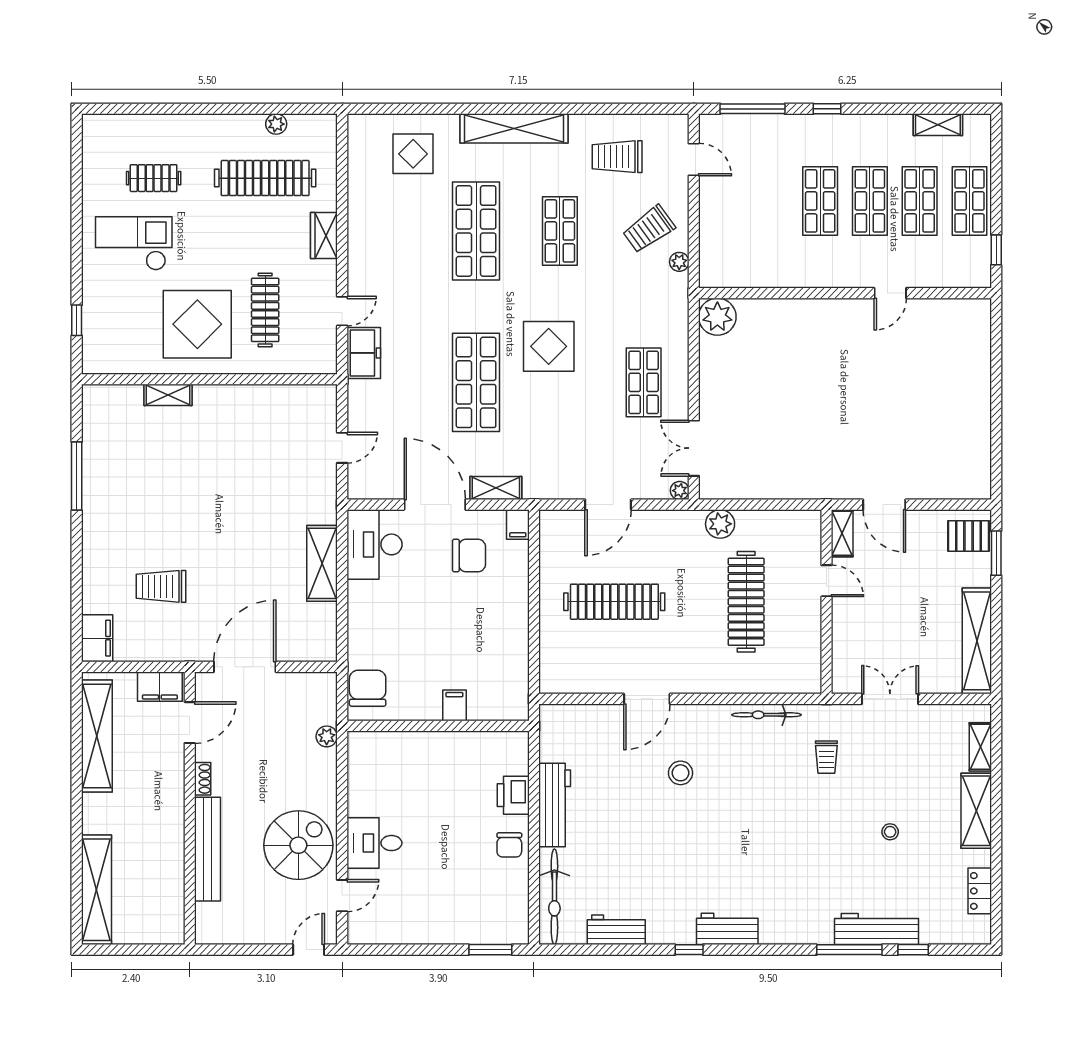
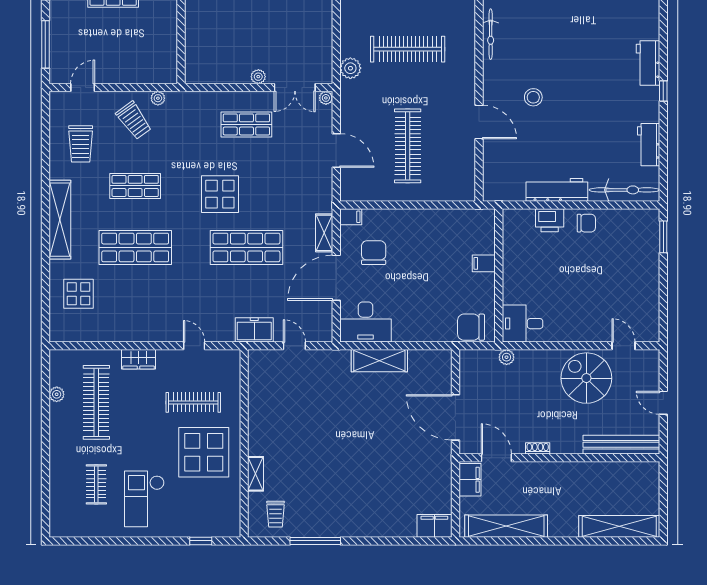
plant: (717, 317) -> (258, 77), moved, width x0.53, depth x0.53
freezer: (364, 353) -> (254, 330), moved
trolley: (161, 586) -> (275, 514), moved, width x0.73, depth x0.72
desk: (374, 843) -> (523, 324), moved, turned 90
bench: (208, 849) -> (621, 445), moved
door: (309, 950) -> (663, 403), moved

